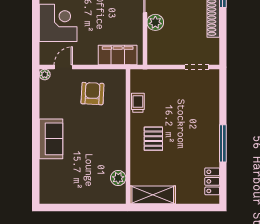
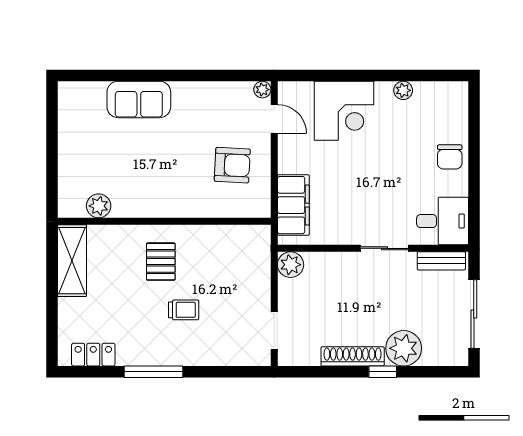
plant: (155, 22) -> (291, 265), moved
trolley: (138, 103) -> (184, 310), moved
sofa: (51, 139) -> (139, 99), moved
pallet: (153, 139) -> (161, 262), turned 90

